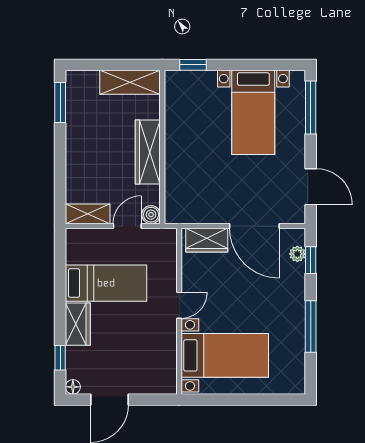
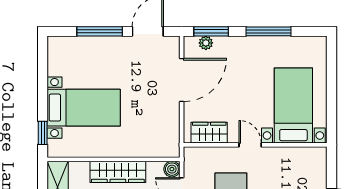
window: (311, 107) -> (100, 31), moved
bed with nightstands: (253, 112) -> (84, 108), moved
wardrobe: (207, 240) -> (209, 133), moved, turned -90
window: (311, 260) -> (211, 31), width x1.50

